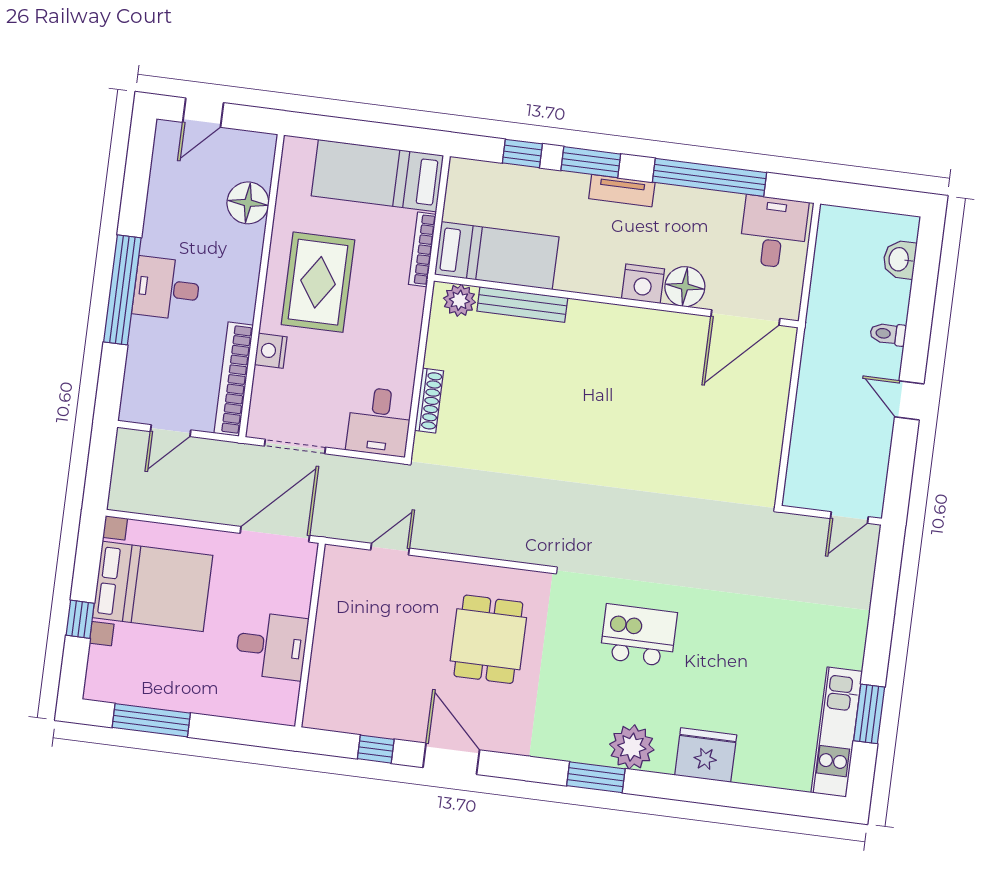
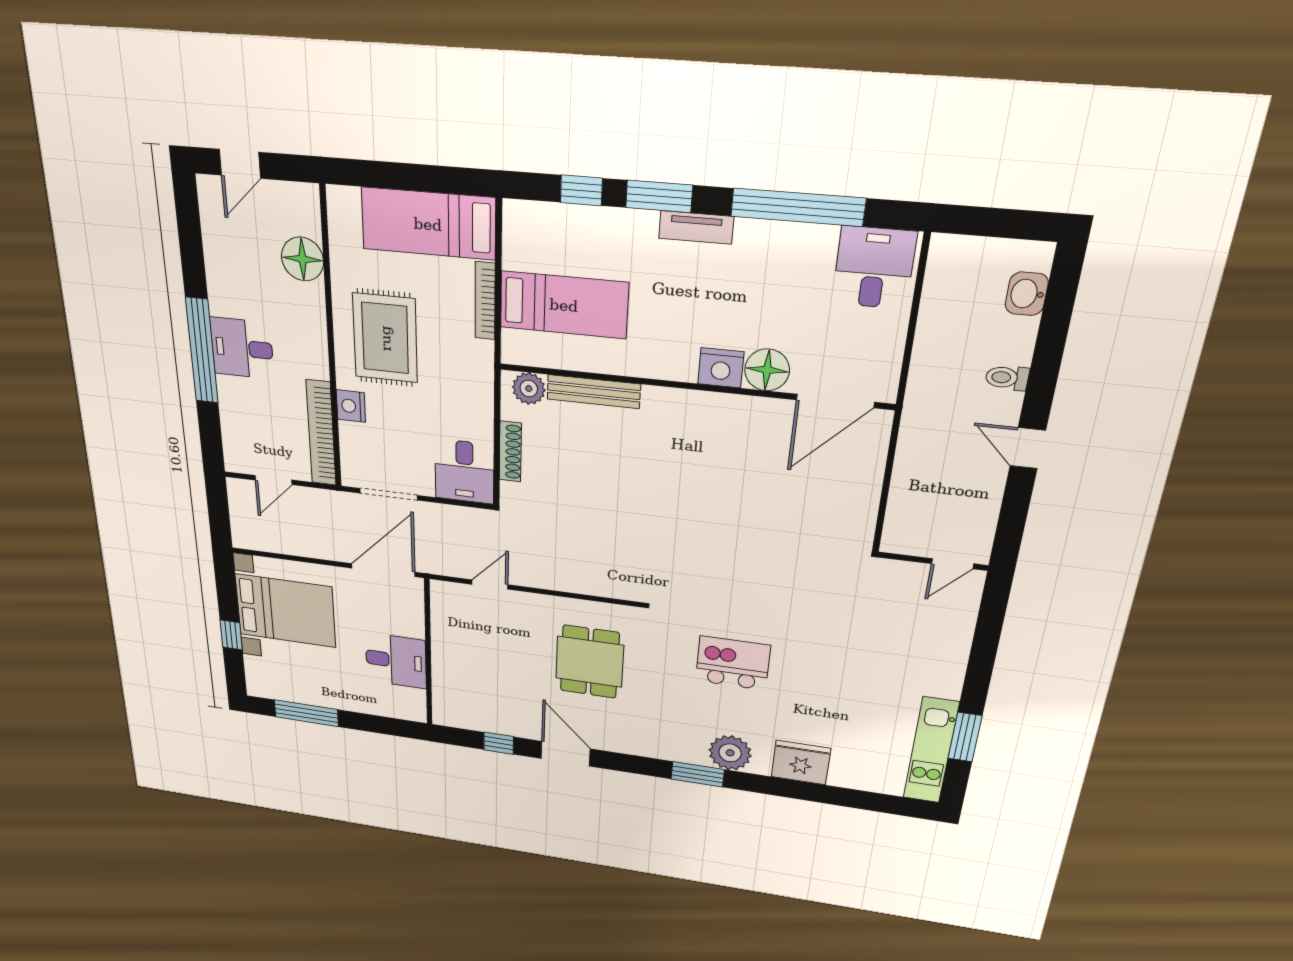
nightstand: (643, 284) -> (721, 368), moved
floor lamp: (685, 287) -> (767, 370), moved
plant: (459, 300) -> (529, 389), moved
wall: (616, 301) -> (693, 386), moved
bench: (522, 304) -> (594, 392), moved
door: (745, 318) -> (835, 401), moved

